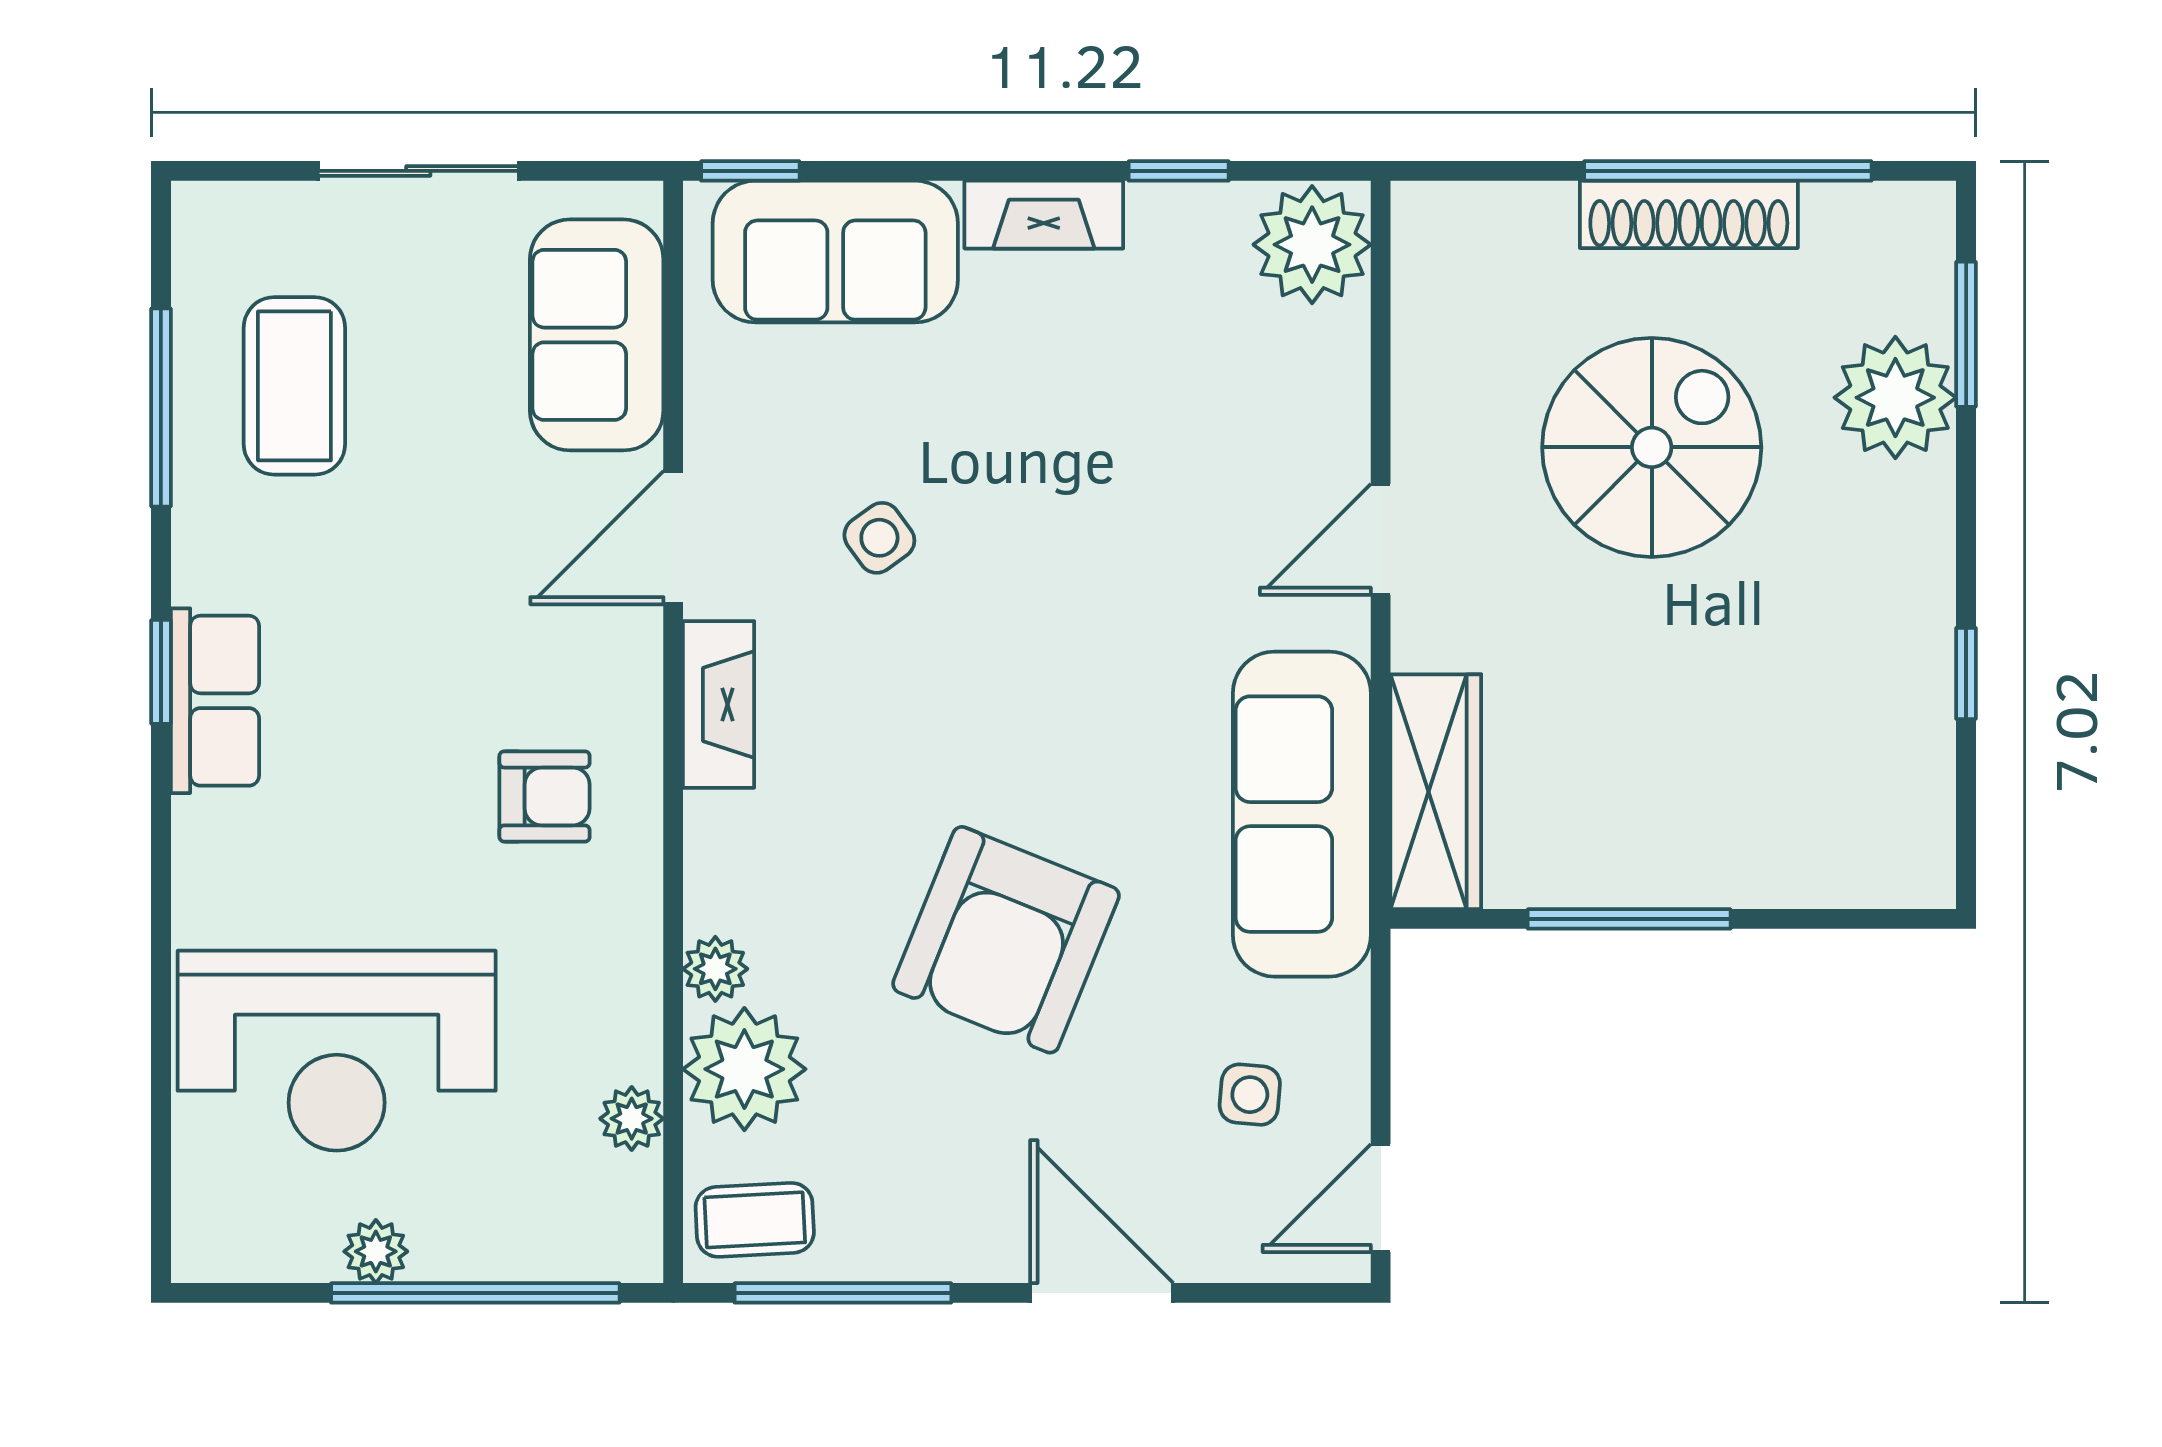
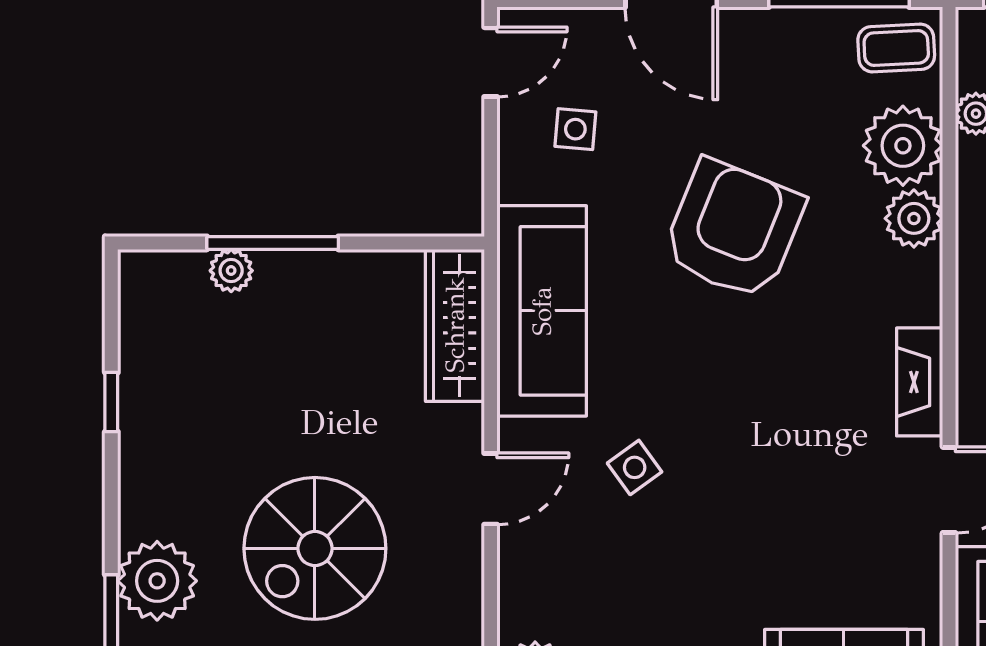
side table: (879, 538) -> (635, 467), moved
plant: (1781, 876) -> (231, 271), added
window: (1629, 919) -> (273, 243), moved
plant: (715, 969) -> (914, 218), width x1.38, depth x1.38

